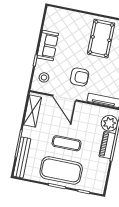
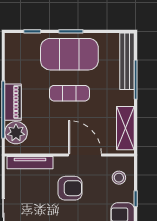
armchair: (80, 77) -> (70, 188), turned 180

